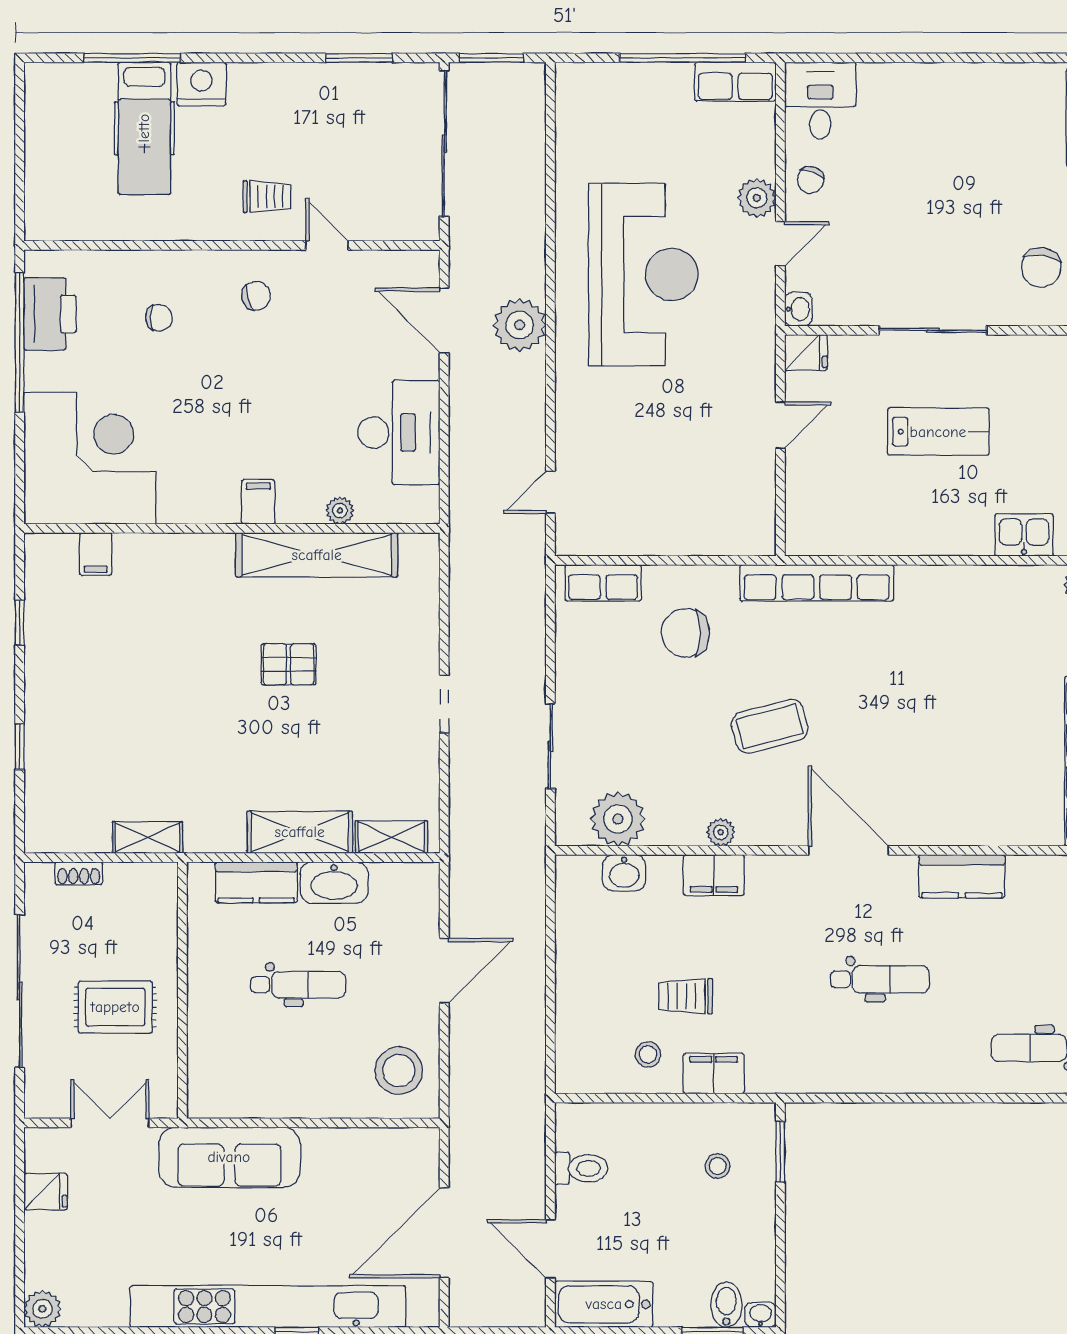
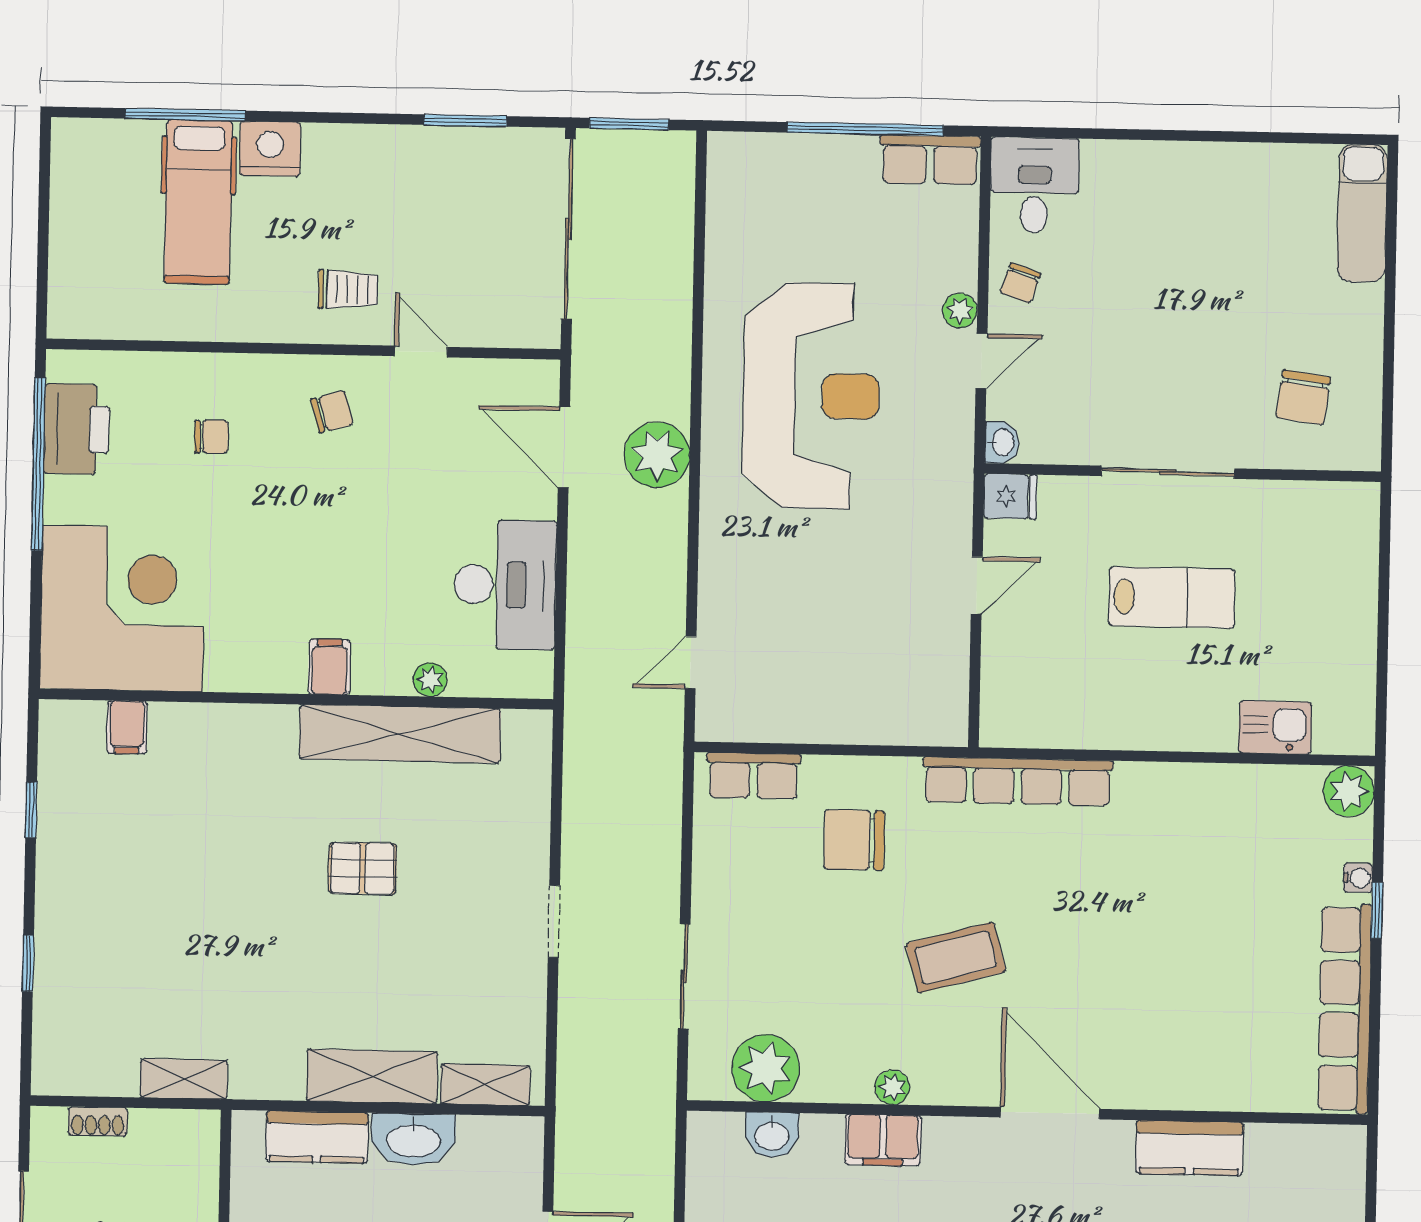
plant: (757, 198) -> (960, 311), width x0.73, depth x0.73

